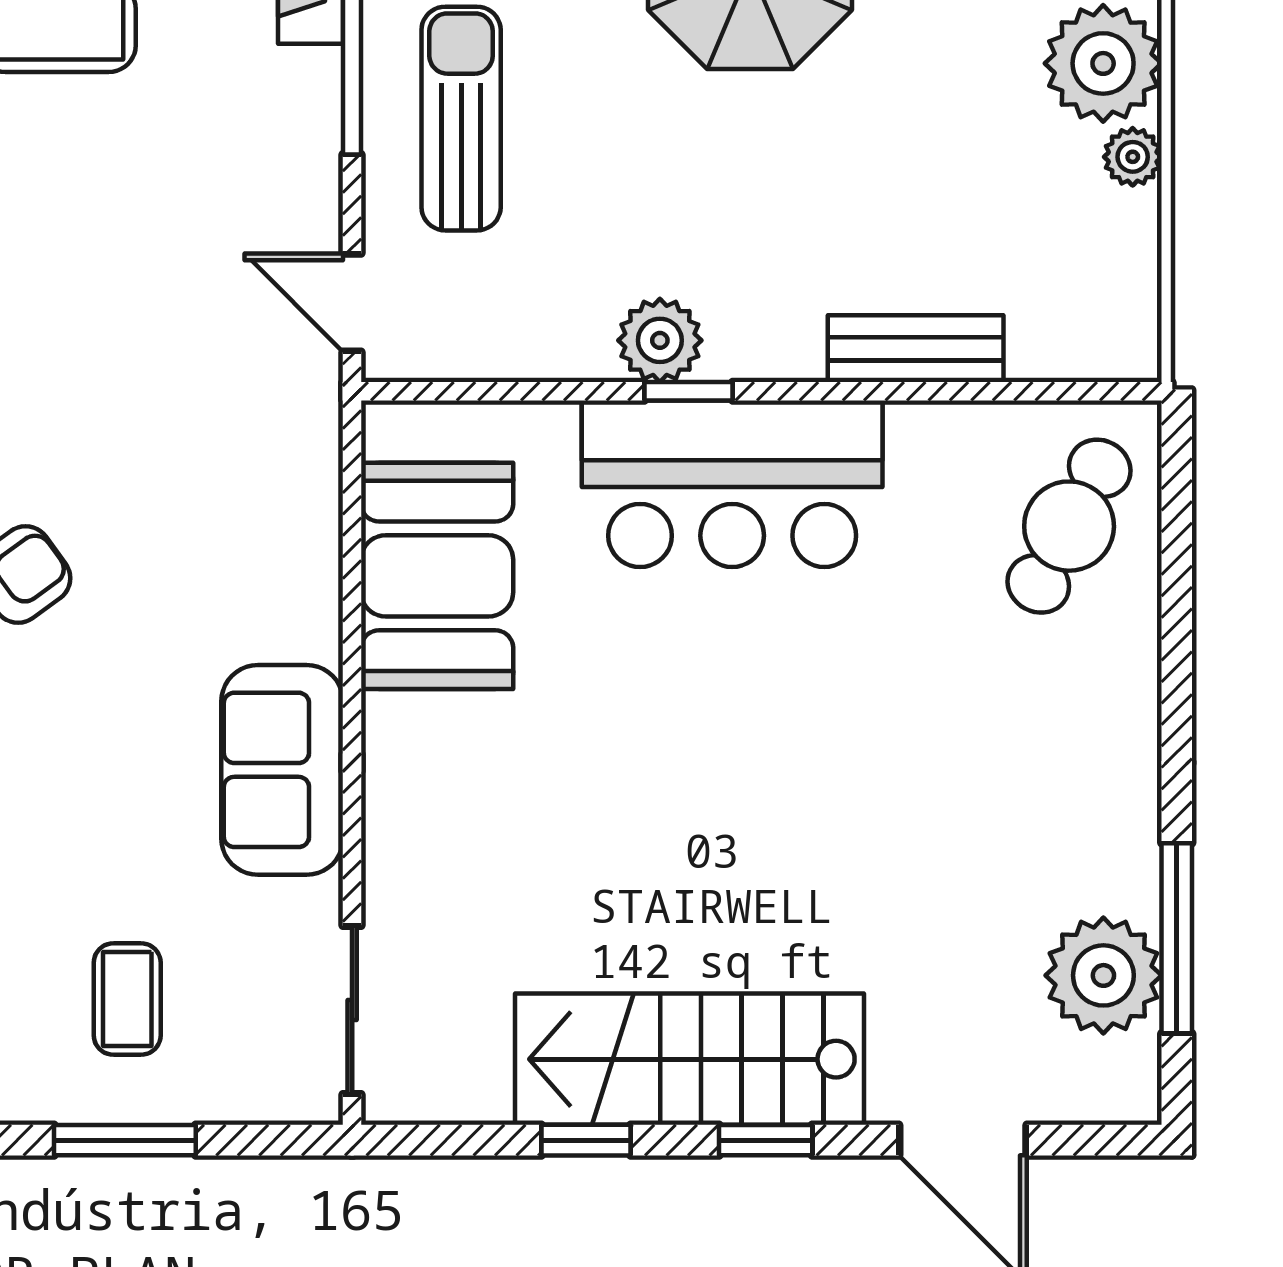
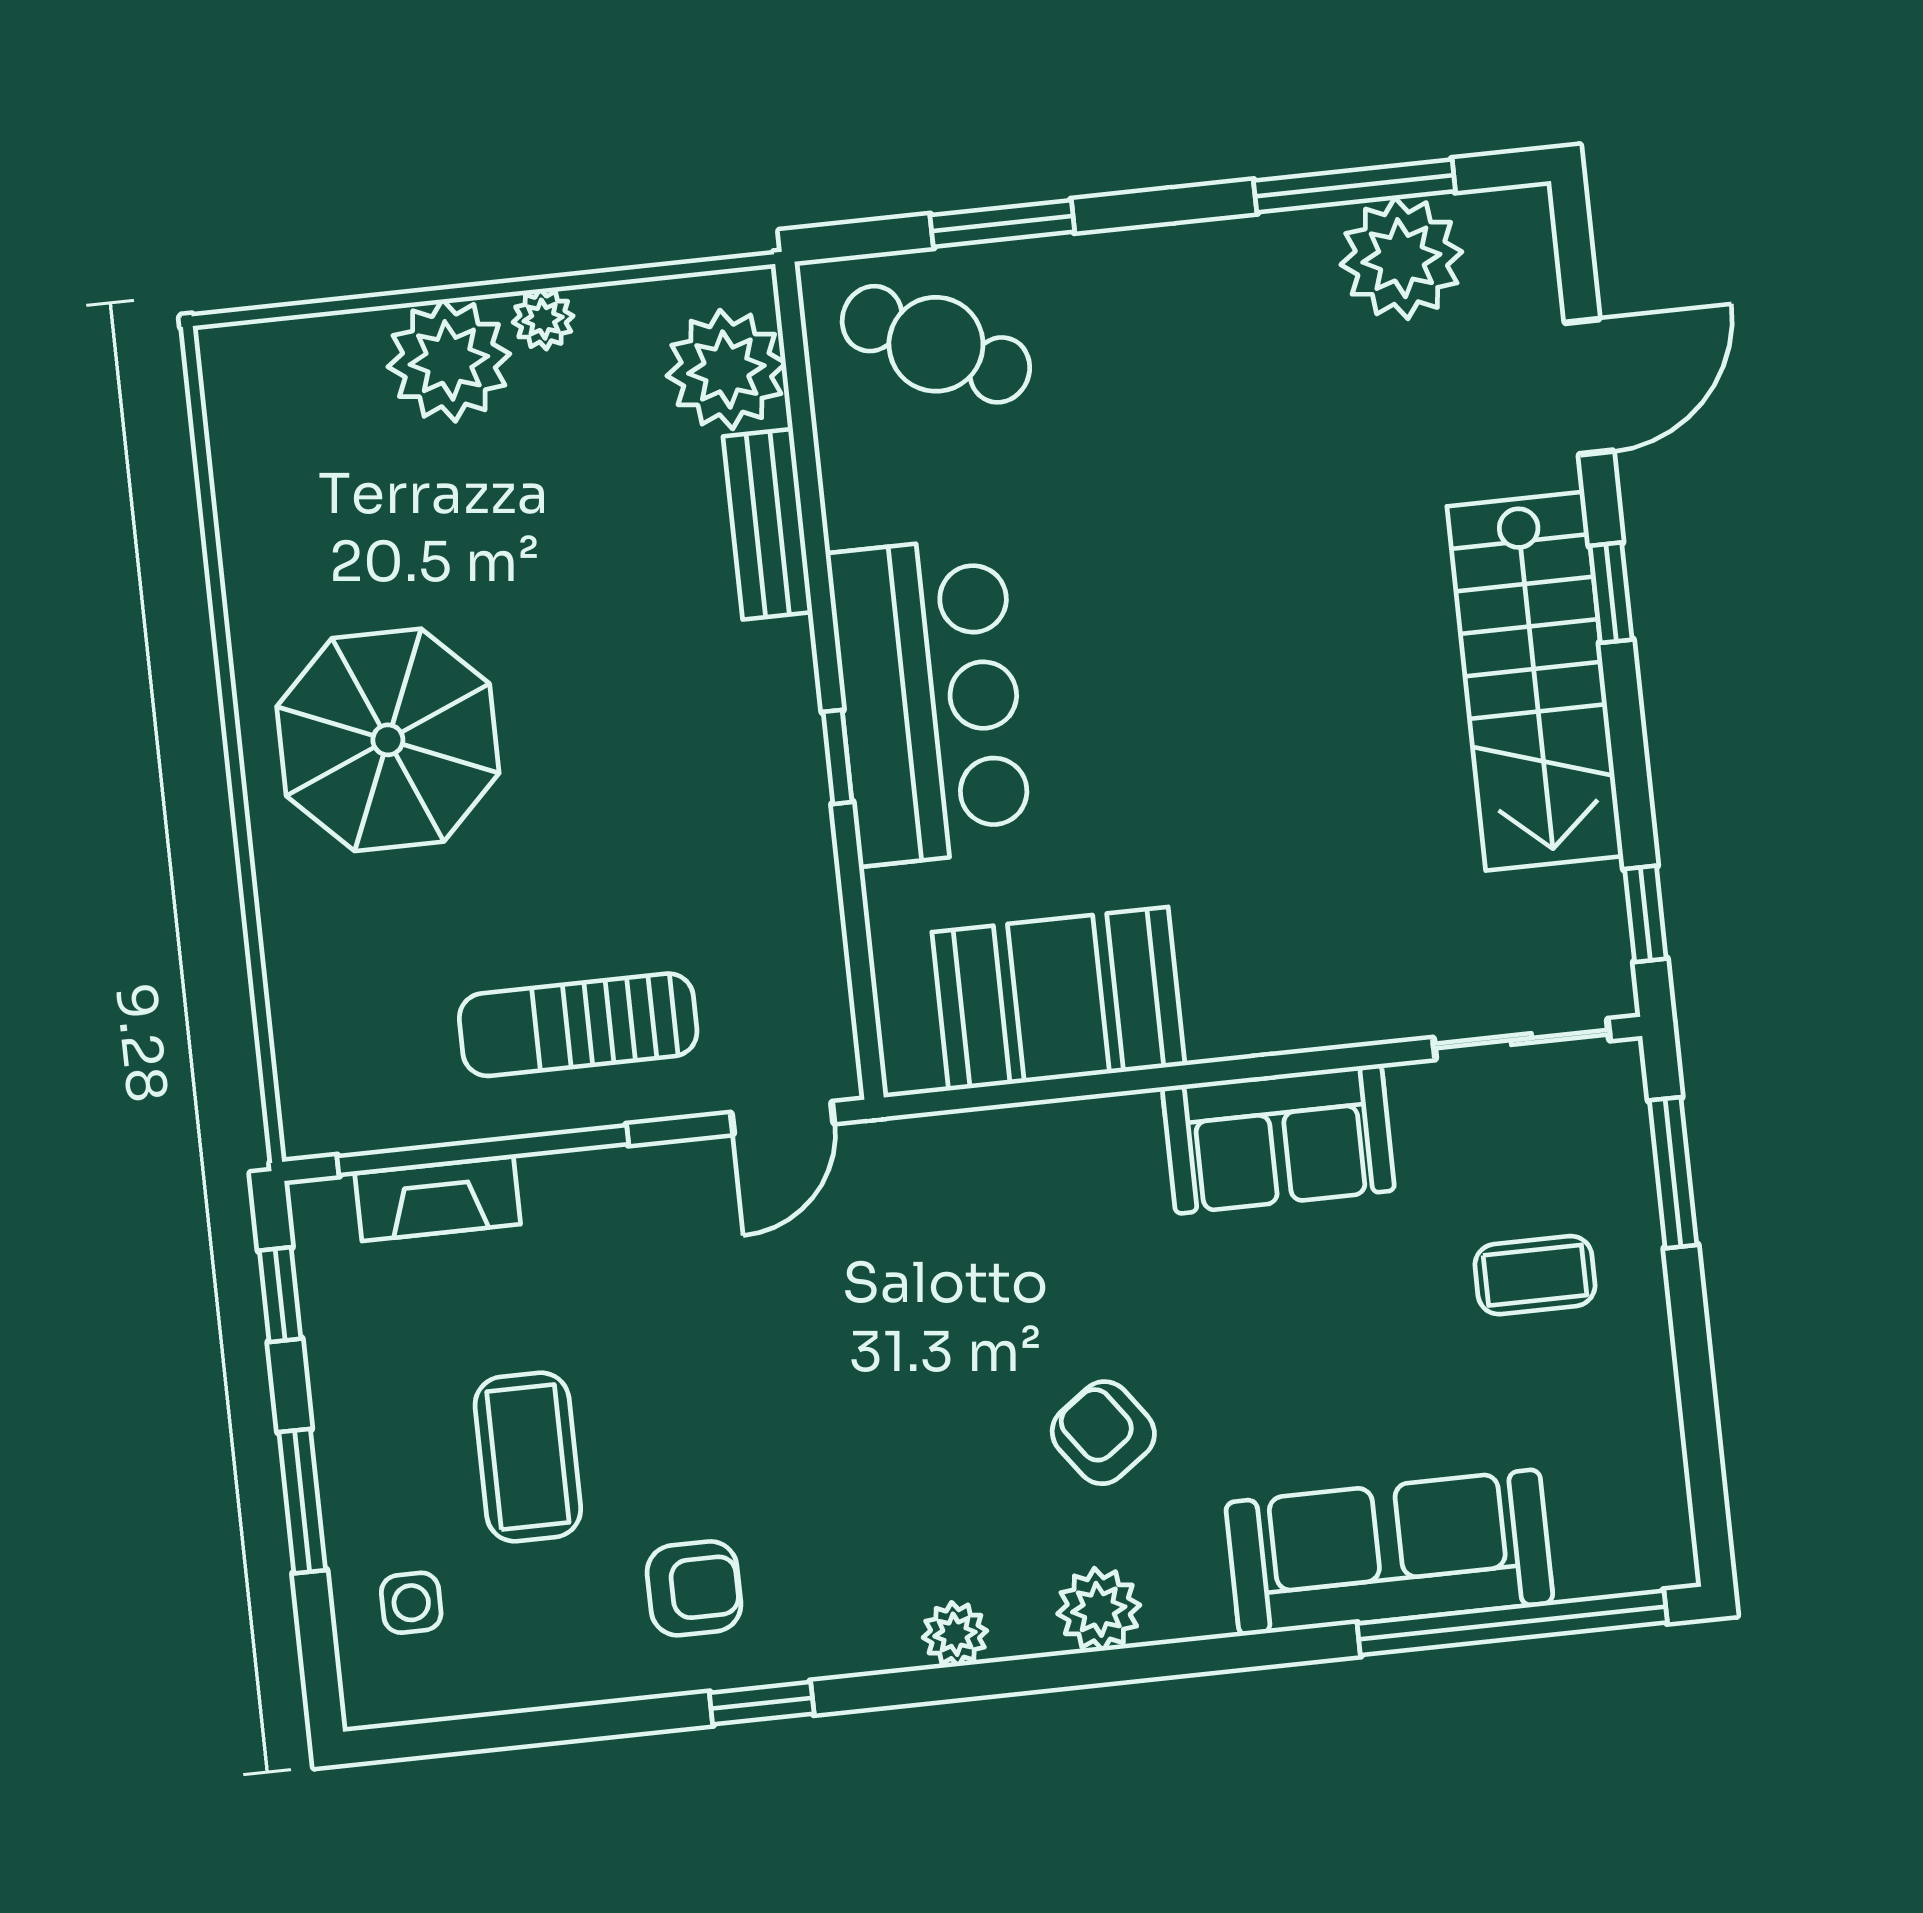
plant: (660, 340) -> (726, 369), moved, width x1.36, depth x1.36
window: (1177, 601) -> (1002, 223), added
window: (125, 1140) -> (1673, 1173), moved
window: (586, 1140) -> (1645, 914), moved

